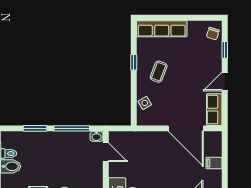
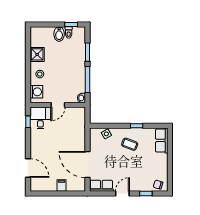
row of seats: (162, 29) -> (162, 140), width x0.68
door: (225, 81) -> (122, 194), hinge flipped
door: (186, 128) -> (87, 165), hinge flipped
door: (106, 152) -> (58, 105), moved

